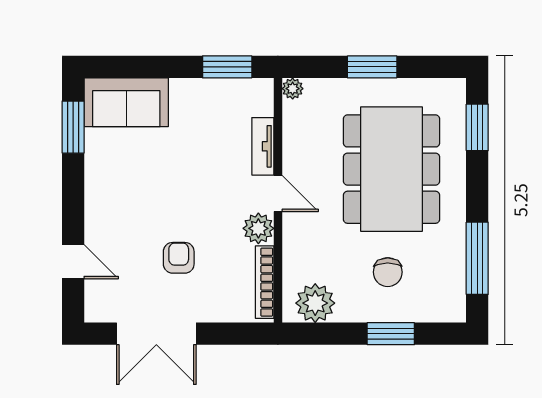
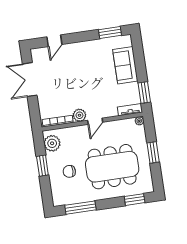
sofa: (126, 102) -> (125, 65), moved
tv unit: (263, 146) -> (130, 110), moved
armchair: (179, 258) -> (62, 84), removed
window: (391, 334) -> (42, 166), moved

